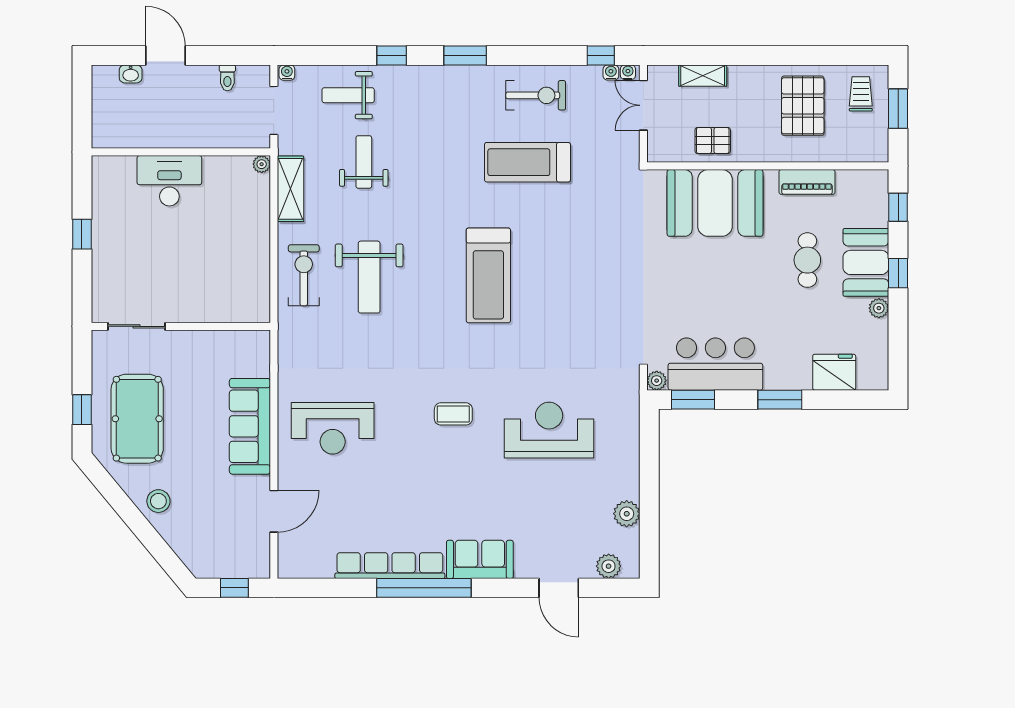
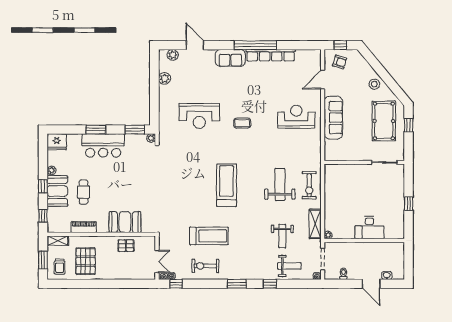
shelving: (703, 76) -> (58, 241), moved
booth: (715, 203) -> (125, 222), width x0.73, depth x0.70
bar counter: (715, 364) -> (103, 145), moved
fridge: (834, 372) -> (57, 142), moved
armchair: (236, 551) -> (340, 62), added

